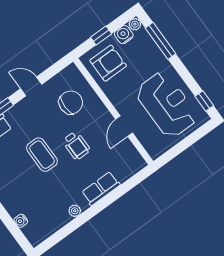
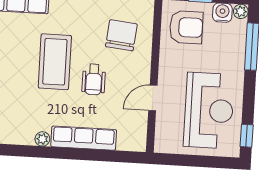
chair: (71, 102) -> (121, 35), turned -84
coffee table: (42, 155) -> (55, 62), width x1.36, depth x1.32
row of seats: (101, 189) -> (84, 138), width x1.48

